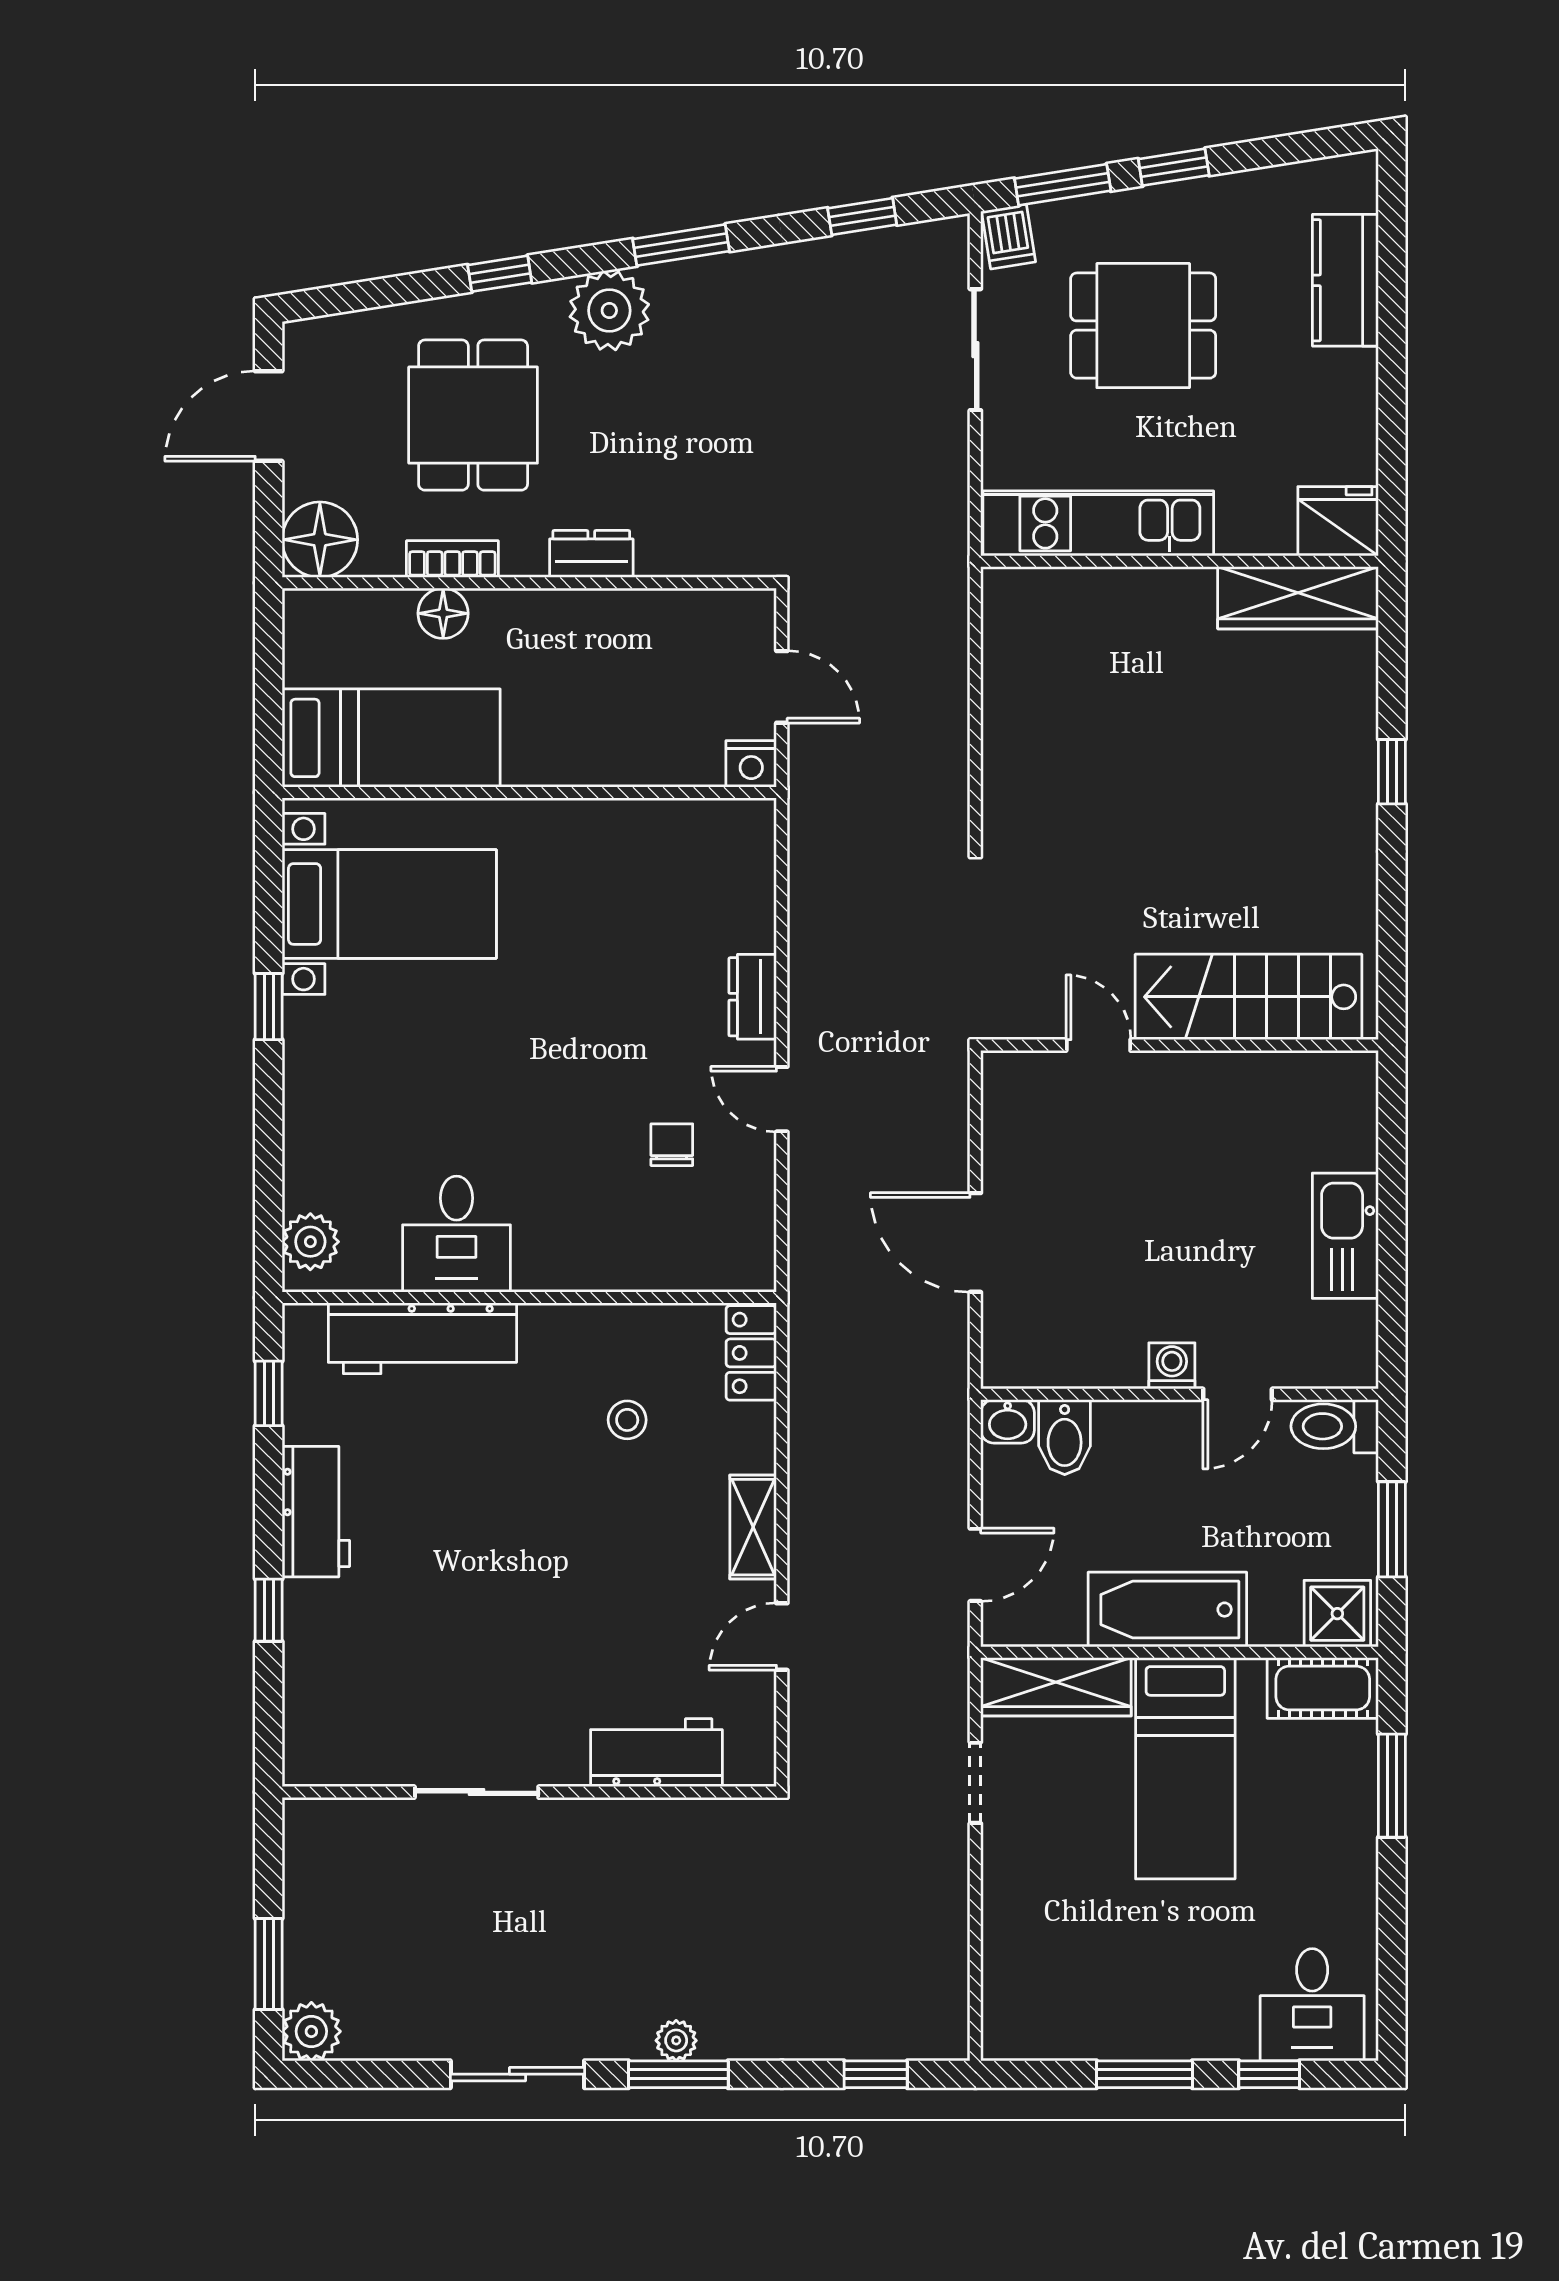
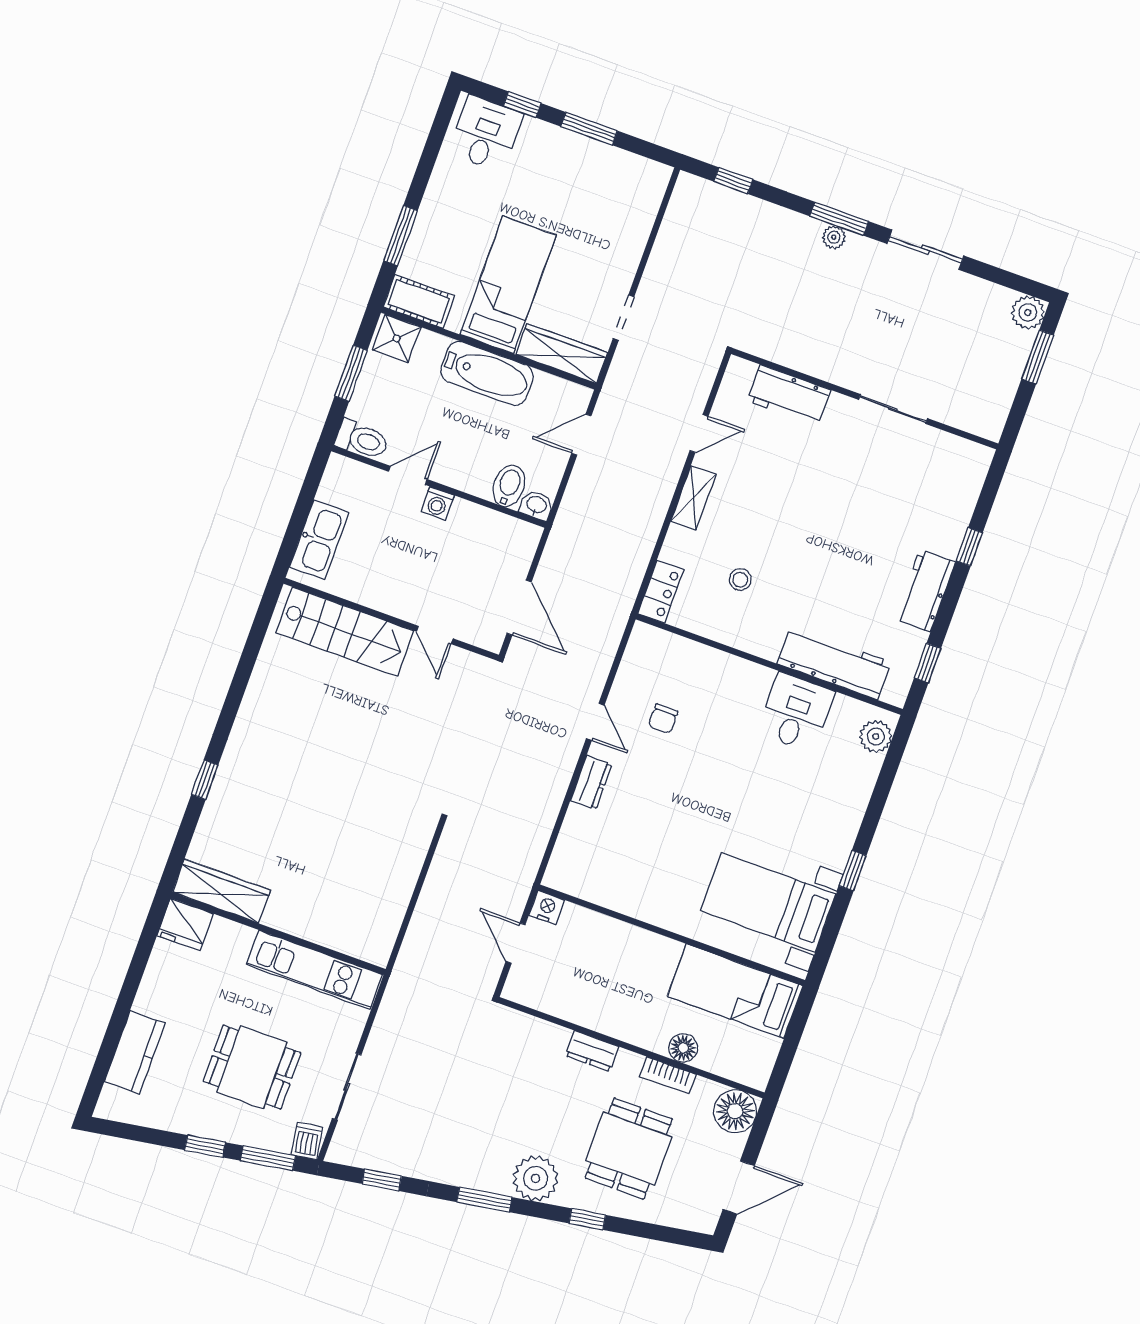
stairs: (1249, 997) -> (345, 632), moved
door: (1098, 1045) -> (435, 635), moved
wall: (1180, 1045) -> (391, 619), moved

